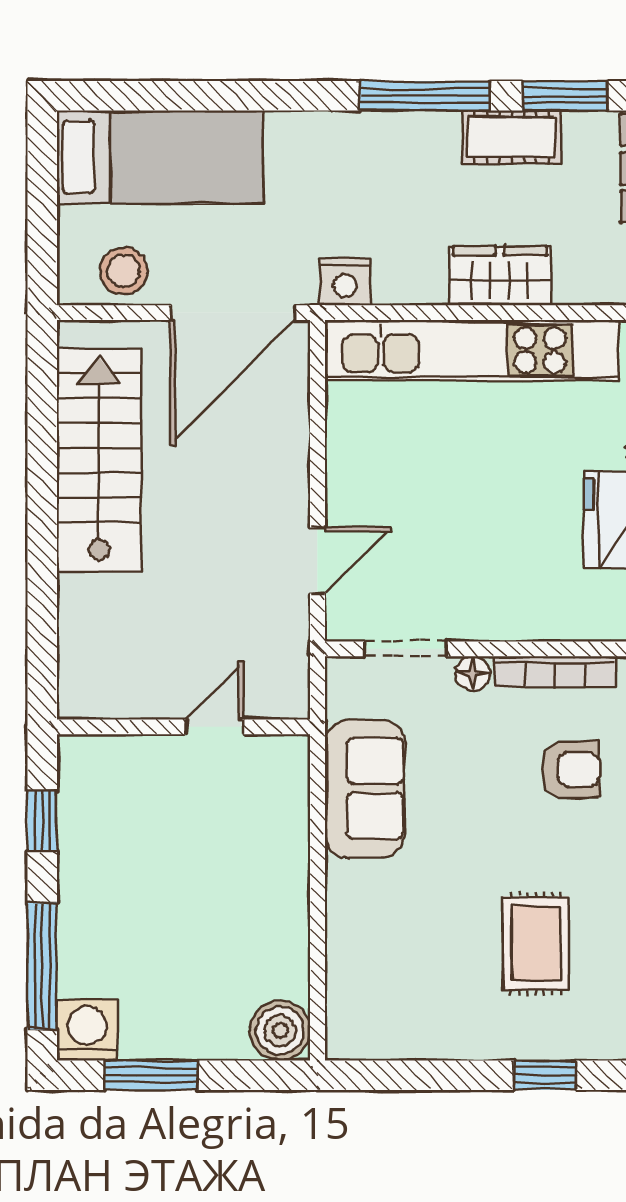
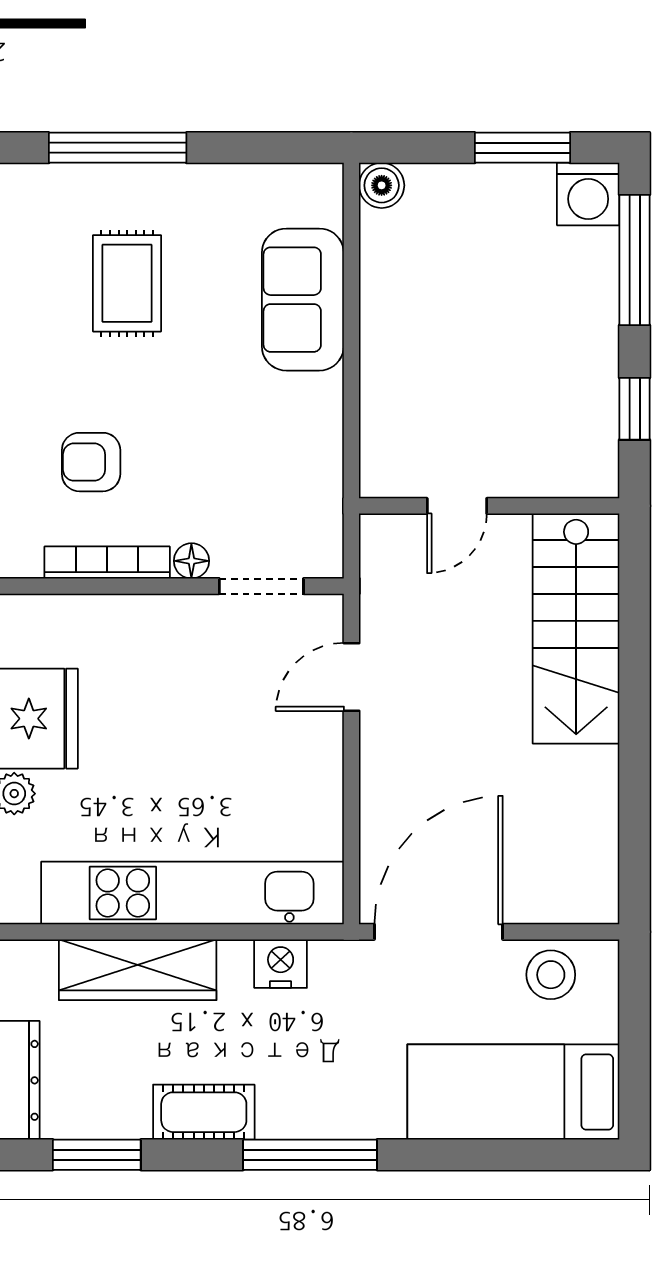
window: (425, 96) -> (310, 1155), moved
cot: (512, 137) -> (204, 1112), moved
wardrobe: (500, 276) -> (138, 970), width x1.50
nightstand: (345, 282) -> (281, 964), moved
stairs: (99, 460) -> (576, 629), moved
sofa: (365, 788) -> (303, 300), moved
boiler: (280, 1031) -> (382, 185), width x0.73, depth x0.73
window: (545, 1075) -> (118, 148), width x2.17

